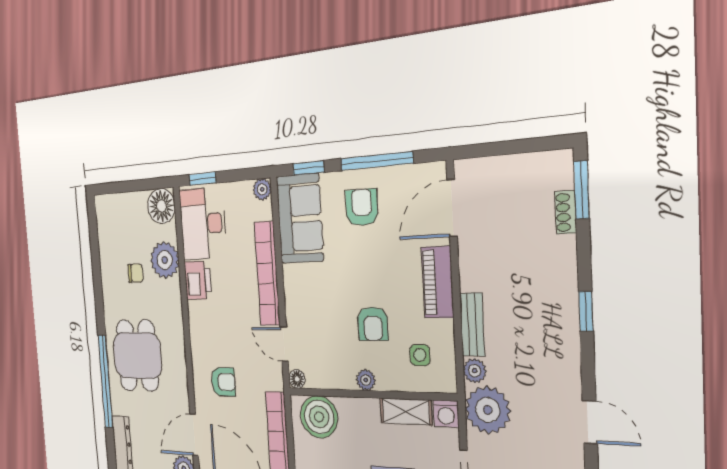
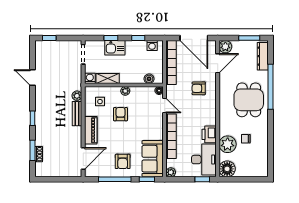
window: (582, 190) -> (33, 150), moved
plant: (488, 410) -> (72, 81), removed
boiler: (319, 417) -> (149, 79), width x0.54, depth x0.54

